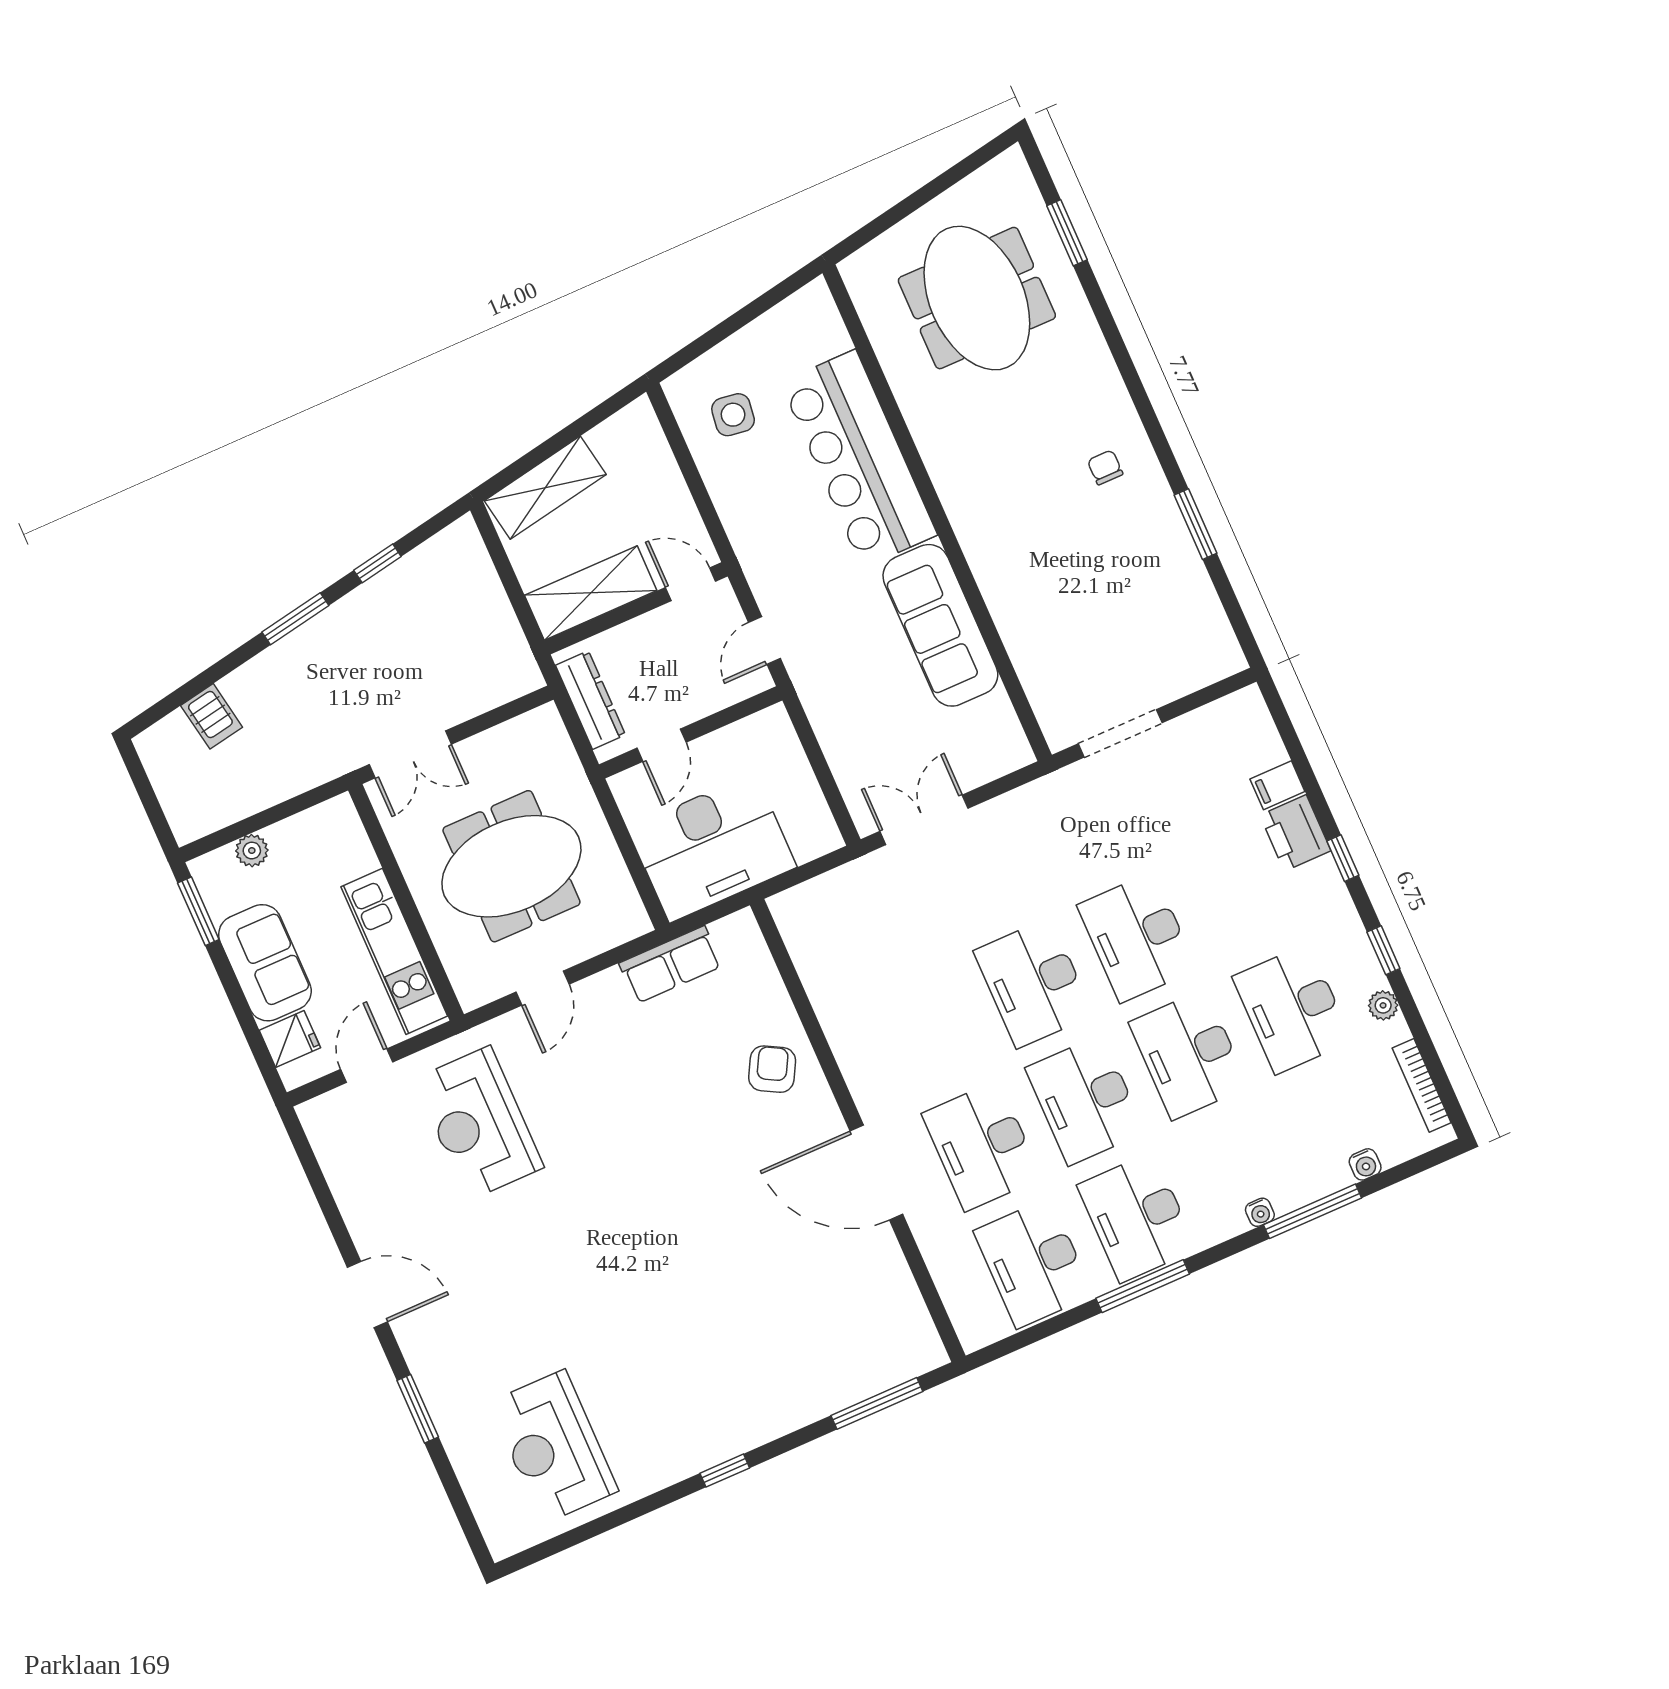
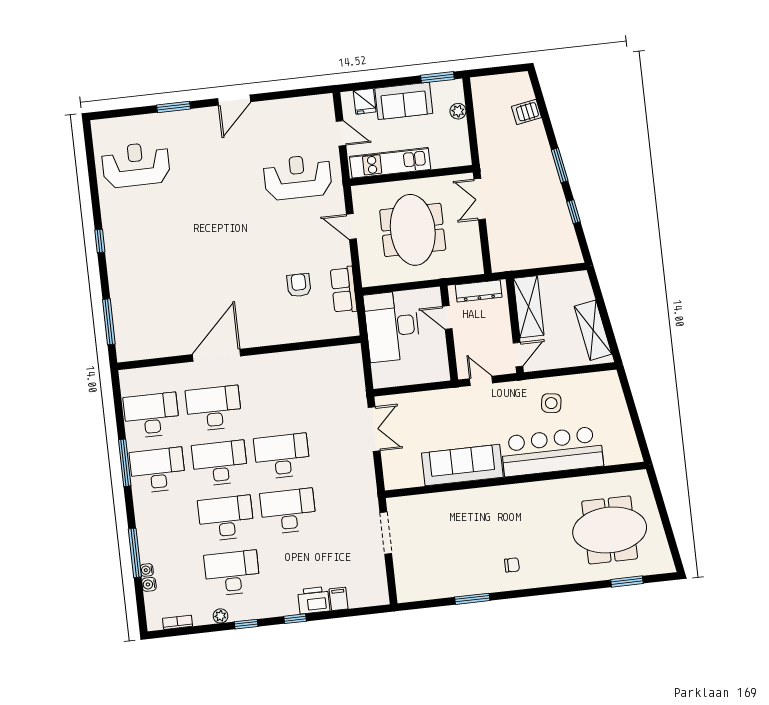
side table: (733, 415) -> (551, 403), moved
shelving: (545, 488) -> (593, 330), moved
armchair: (772, 1069) -> (299, 285), moved, turned -119
bookcase: (1422, 1085) -> (178, 622), width x0.64
water cooler: (1260, 1212) -> (147, 570), moved

